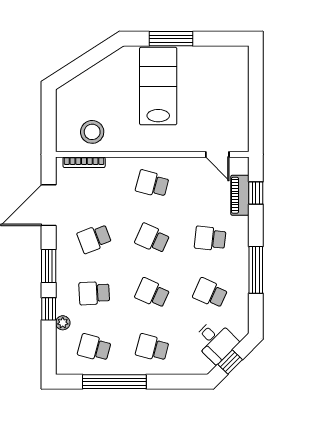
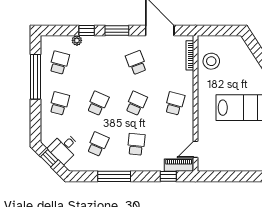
piano: (240, 195) -> (179, 165), moved
school desk: (94, 293) -> (98, 63), removed

